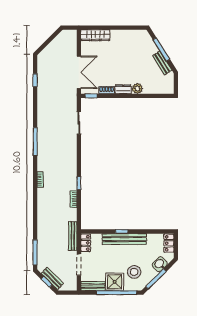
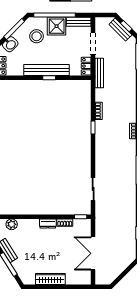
wardrobe: (95, 35) -> (50, 279), moved
double door: (79, 72) -> (93, 253), moved
plant: (137, 89) -> (12, 224), moved

